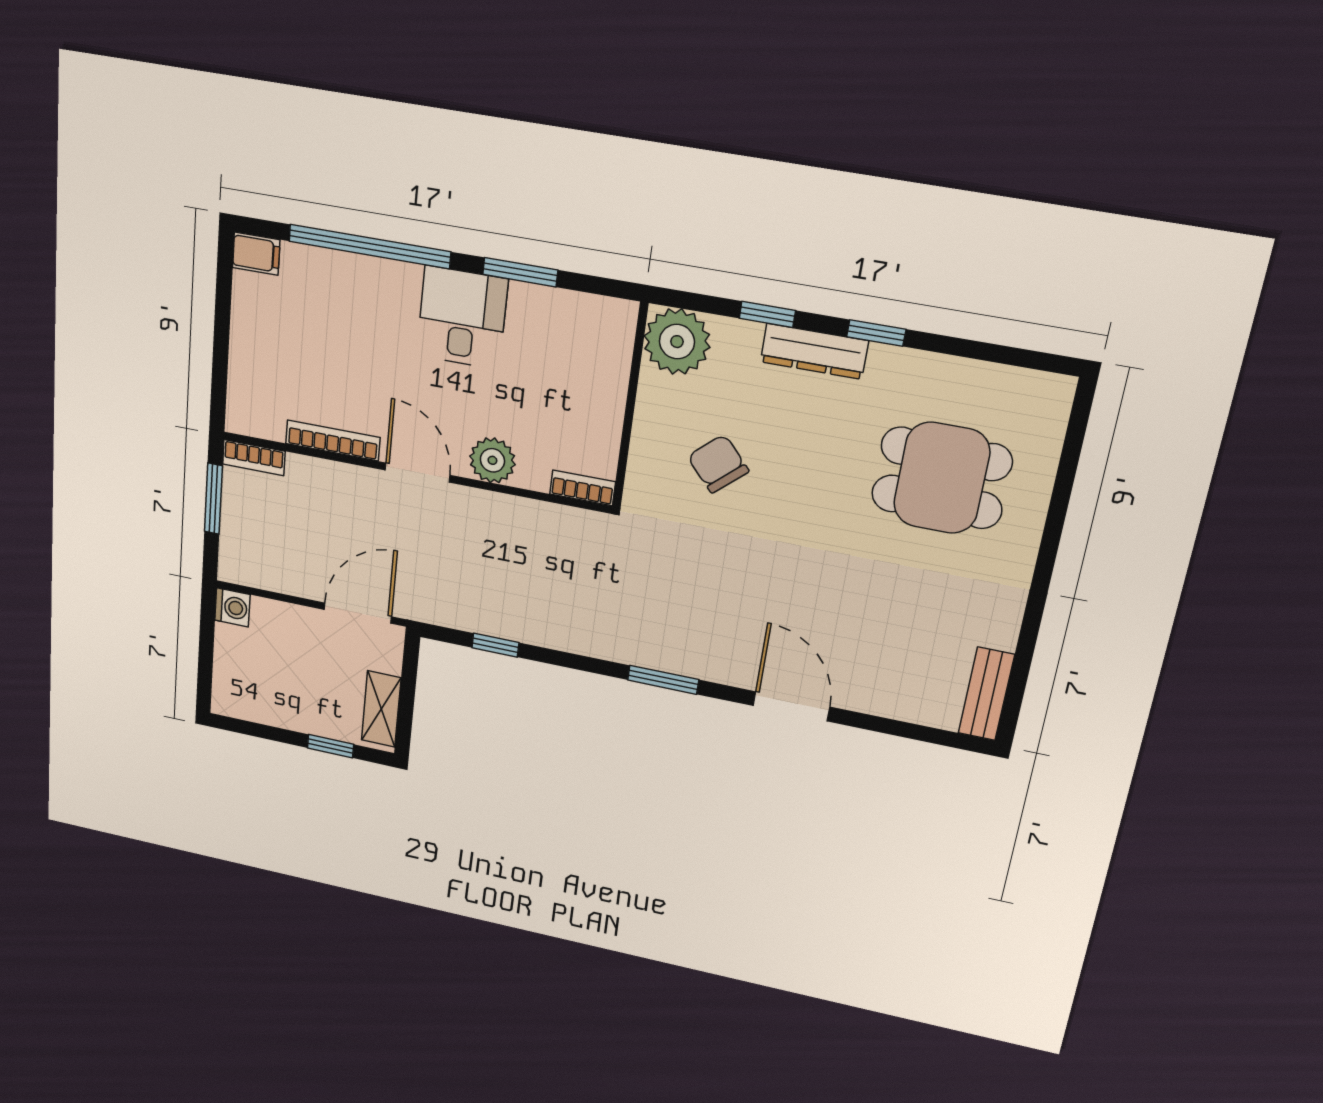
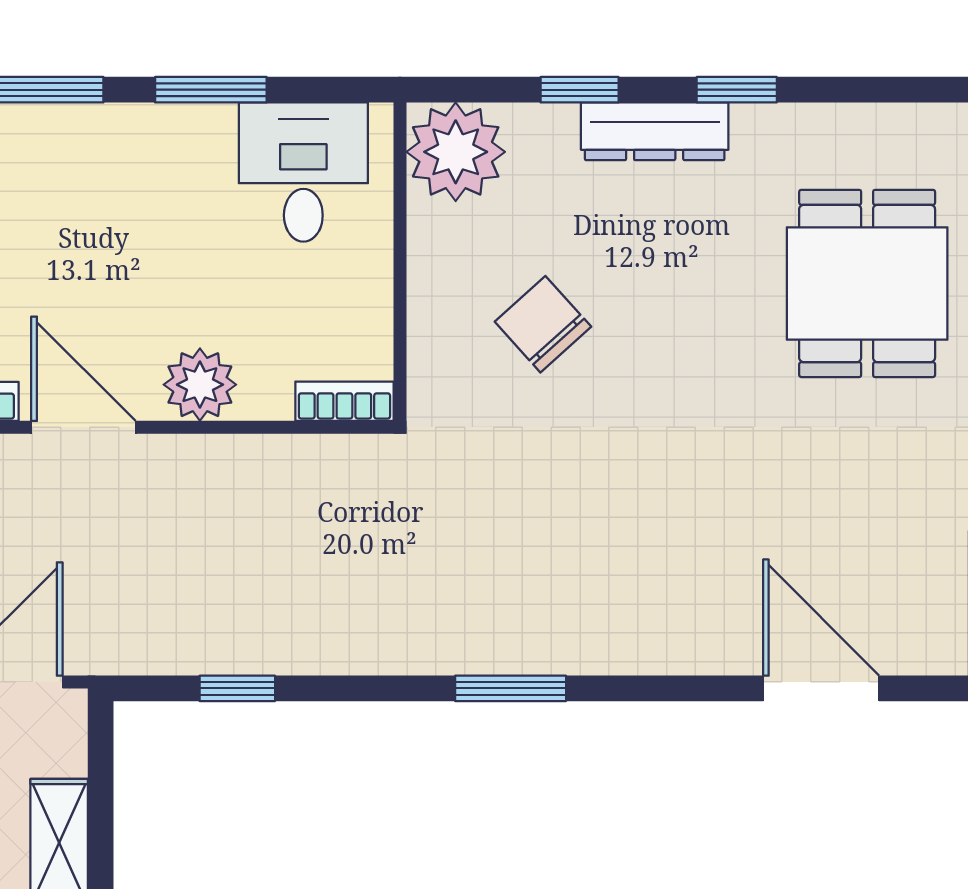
desk: (462, 318) -> (303, 172), moved
dining table: (942, 478) -> (867, 283), turned 90
door: (791, 706) -> (821, 688), moved

